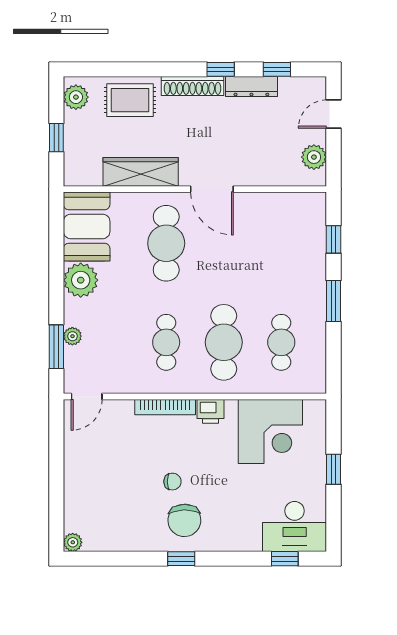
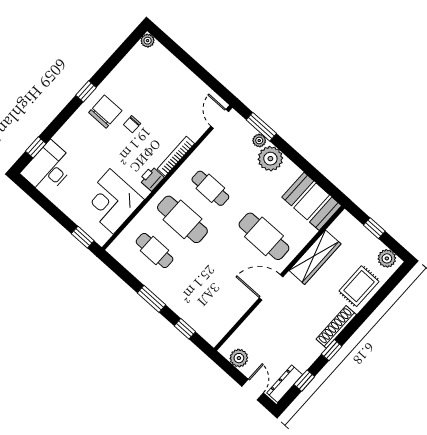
dresser: (251, 87) -> (285, 384), moved
plant: (81, 280) -> (270, 159), moved
window: (334, 469) -> (83, 237), moved
chair: (184, 520) -> (105, 112), turned 91

